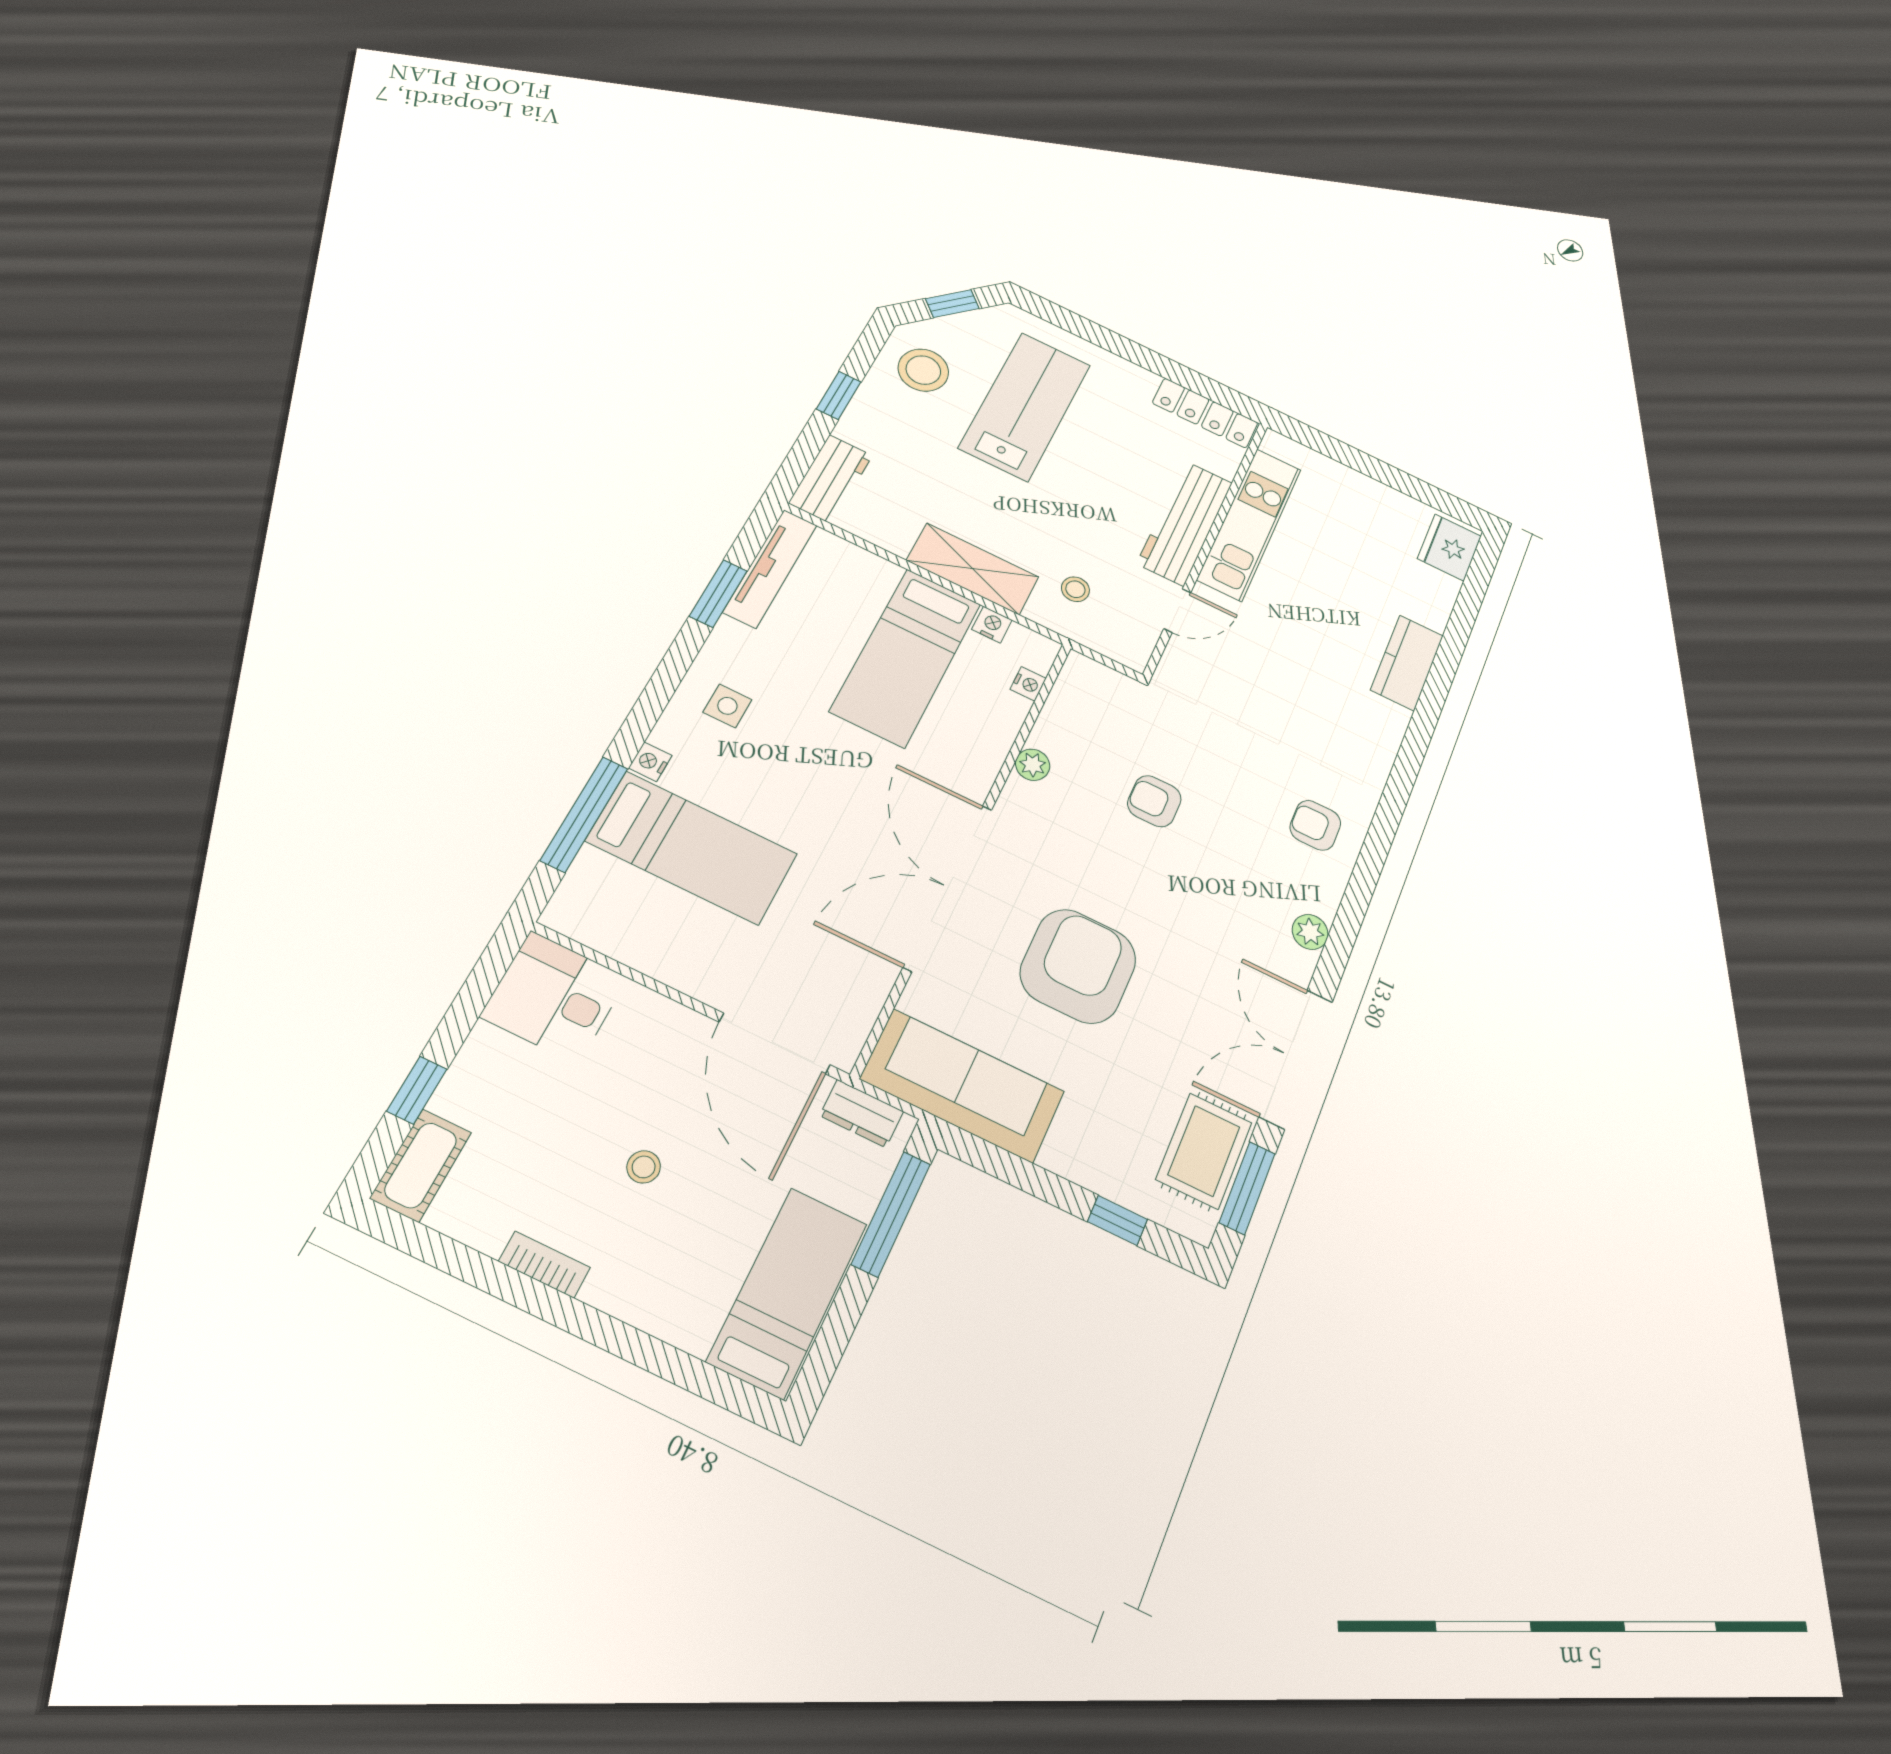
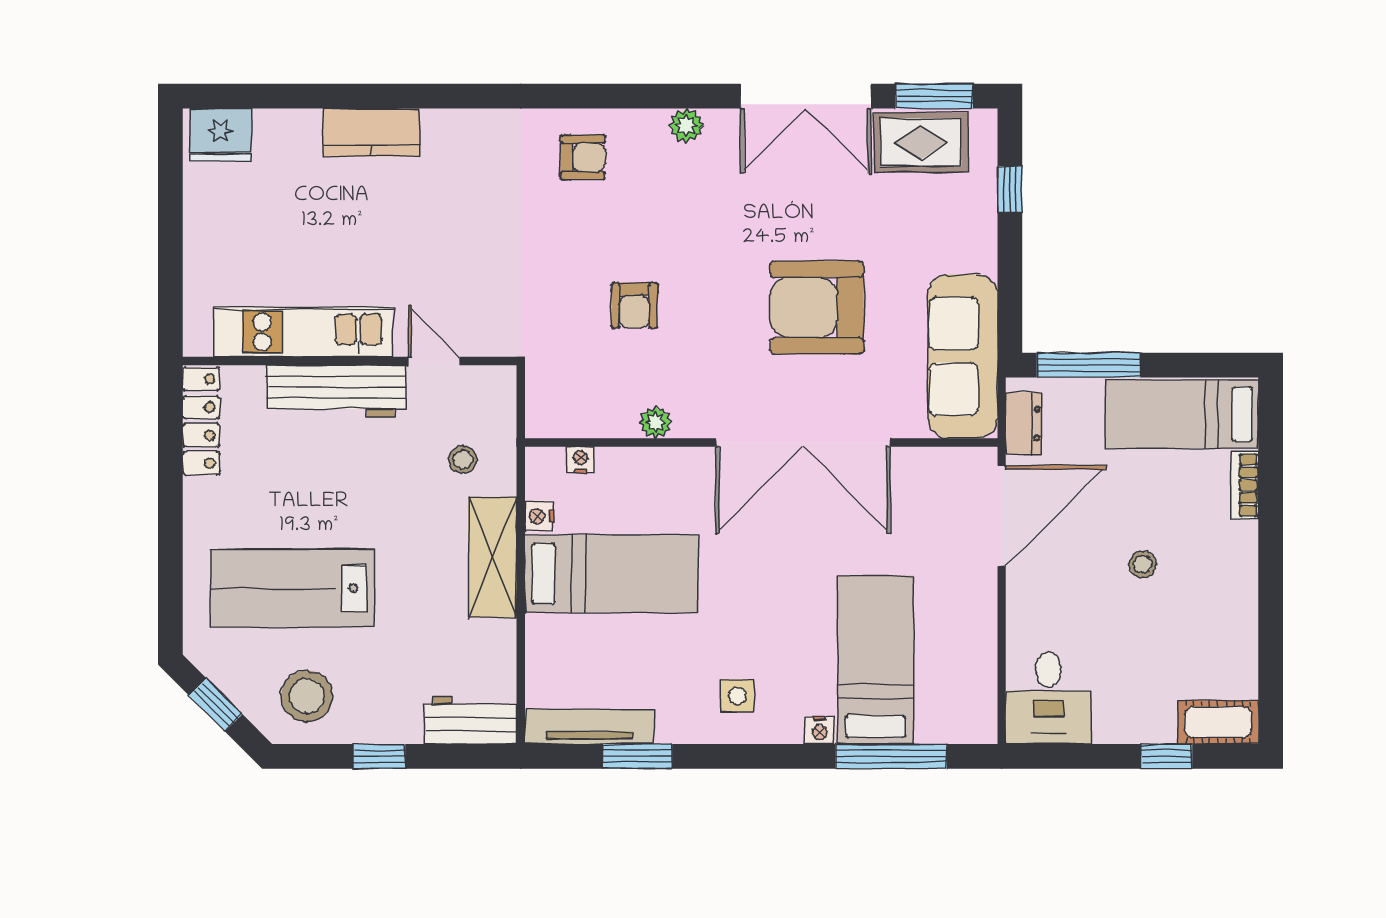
armchair: (1315, 825) -> (583, 157), turned -90
bookcase: (544, 1264) -> (1245, 485), moved

